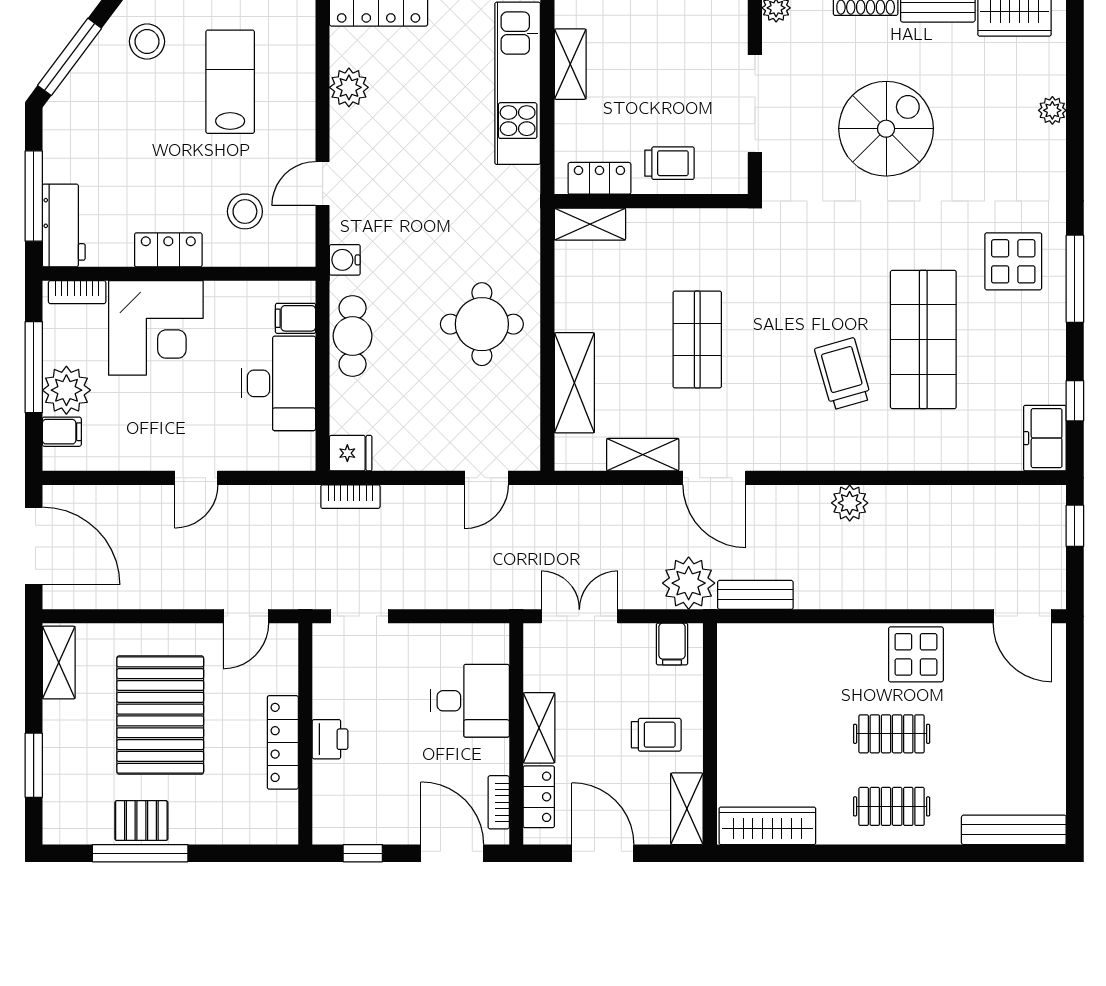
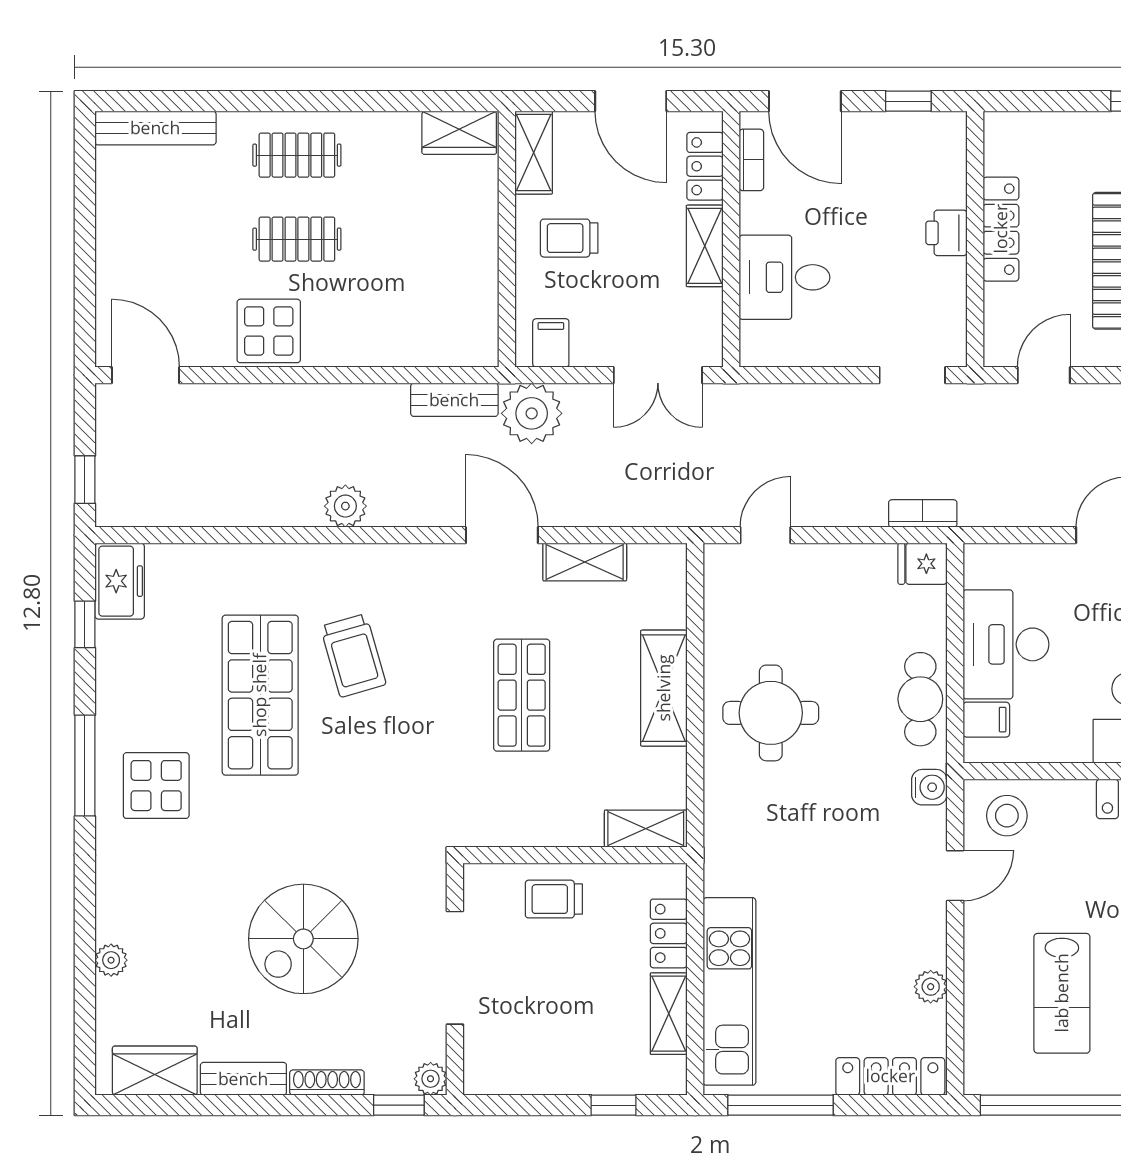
plant: (349, 87) -> (931, 987), width x0.73, depth x0.73
locker: (599, 178) -> (669, 933), moved, turned 90
stool: (245, 211) -> (1007, 816), moved
shelving: (574, 383) -> (664, 688), moved
wardrobe: (767, 826) -> (459, 133), width x0.67

